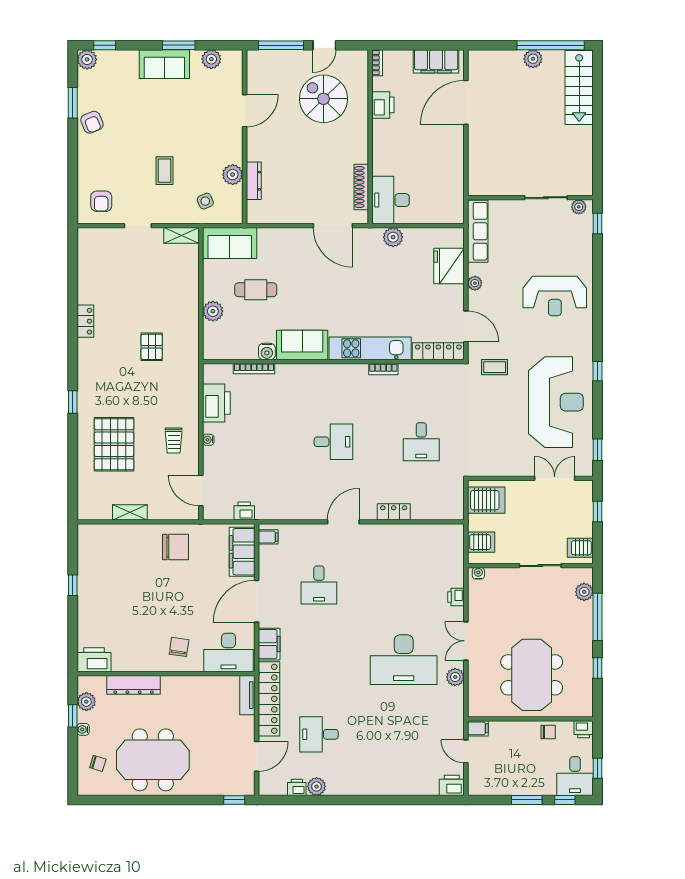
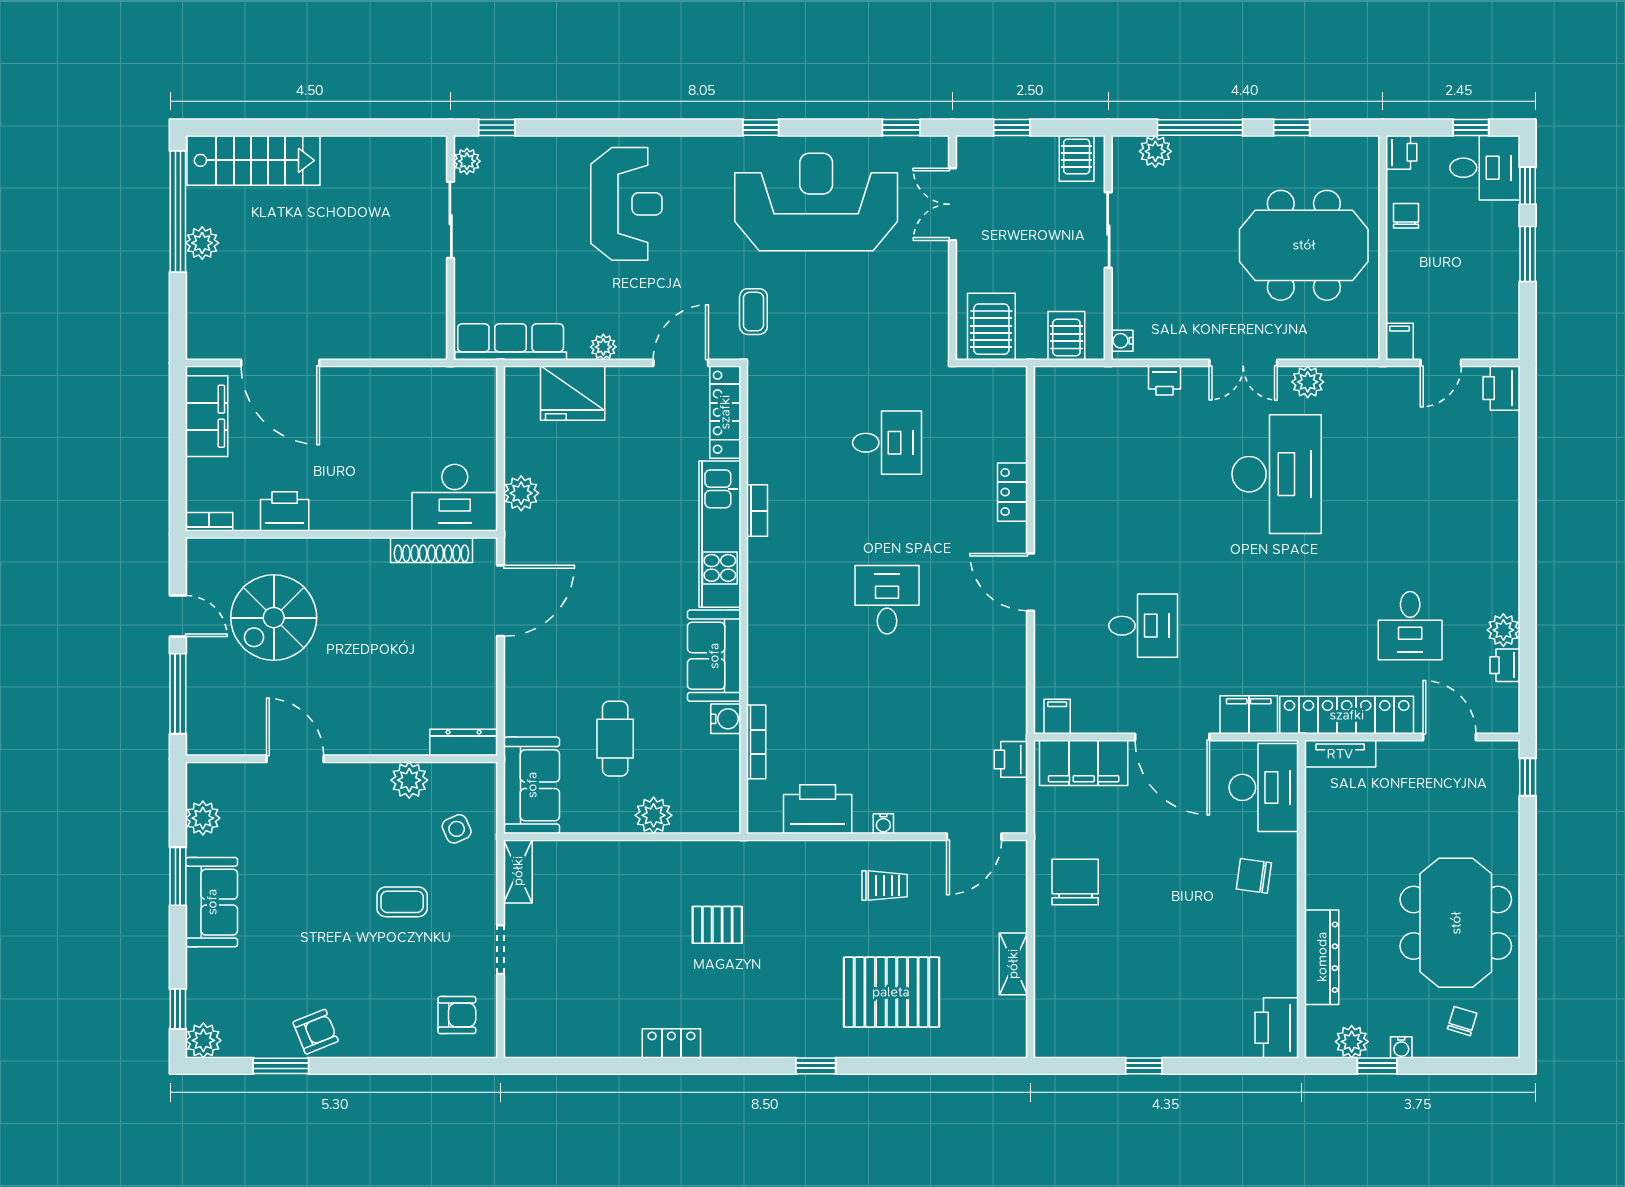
dresser: (254, 181) -> (464, 742), moved

